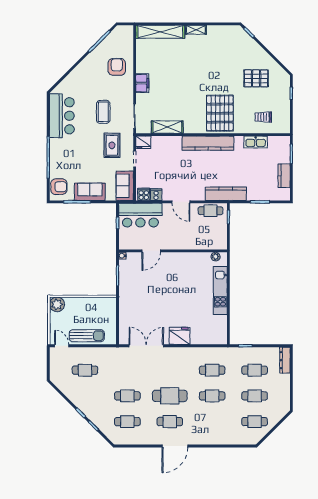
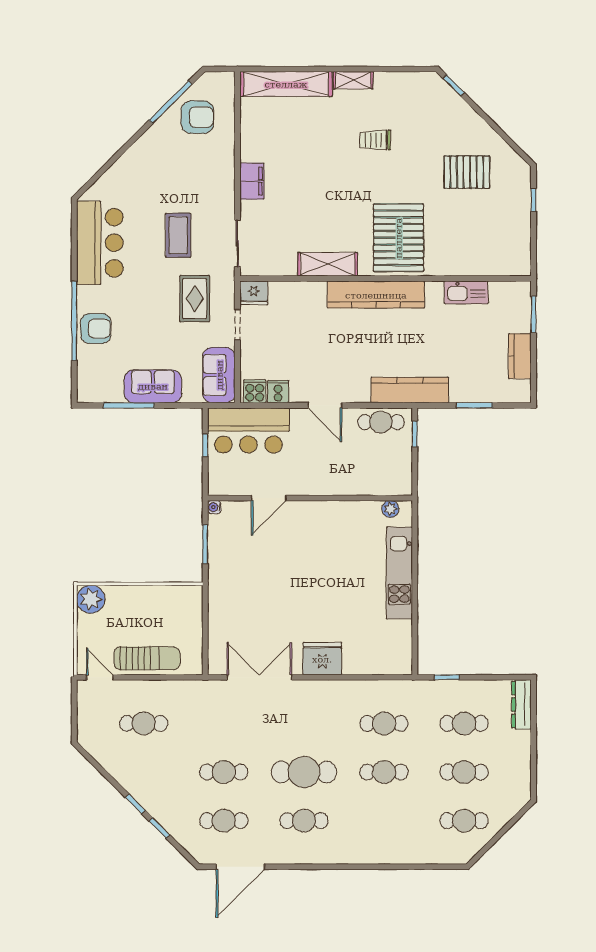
armchair: (117, 67) -> (197, 117), moved, turned 90
trolley: (263, 117) -> (375, 140), moved
shelving: (167, 127) -> (328, 264), moved
armchair: (59, 187) -> (96, 329), moved
door: (175, 446) -> (240, 867), moved

